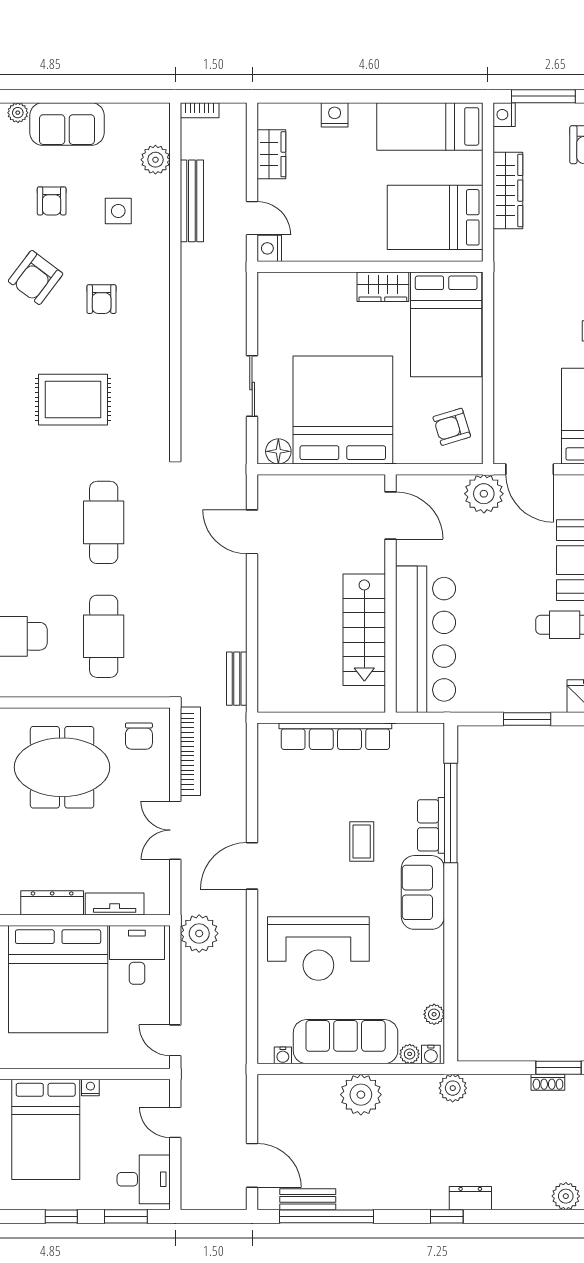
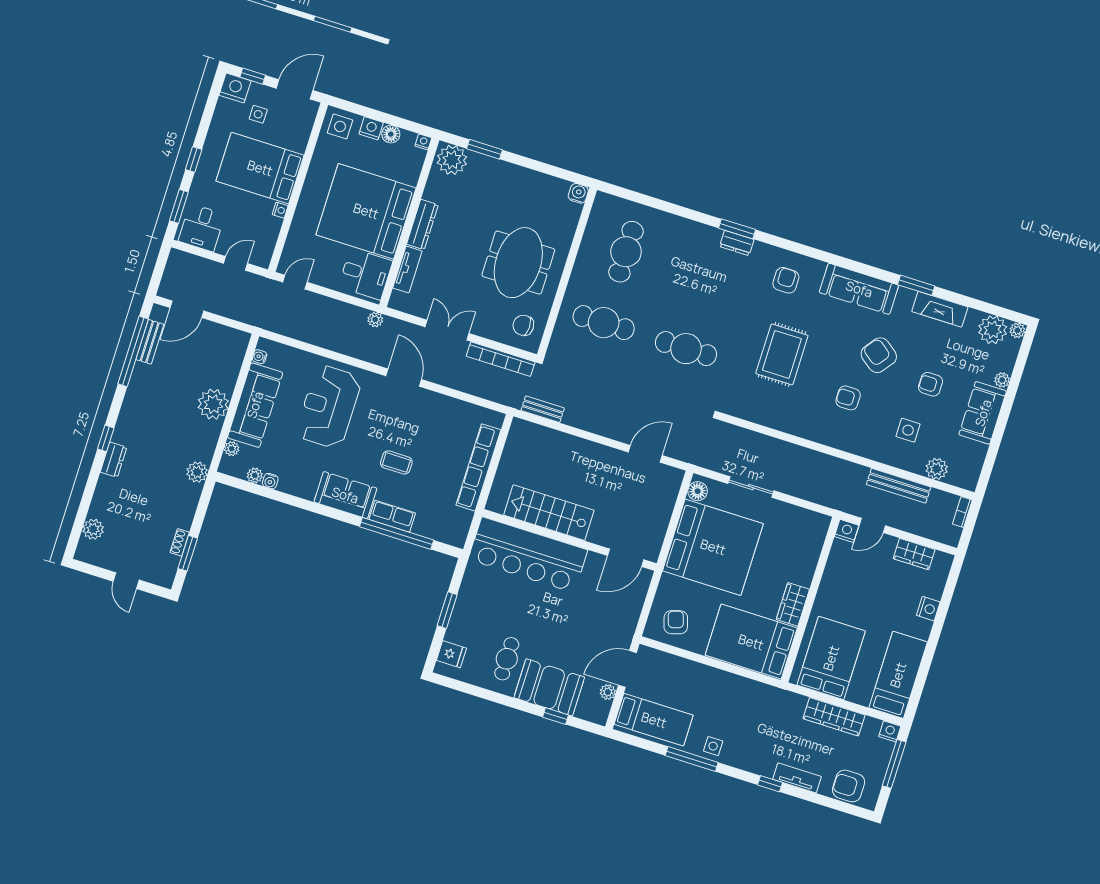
plant: (484, 494) -> (608, 692), moved, width x0.53, depth x0.53
plant: (199, 933) -> (375, 320), width x0.53, depth x0.53
water cooler: (431, 1055) -> (270, 481), moved, turned -90

